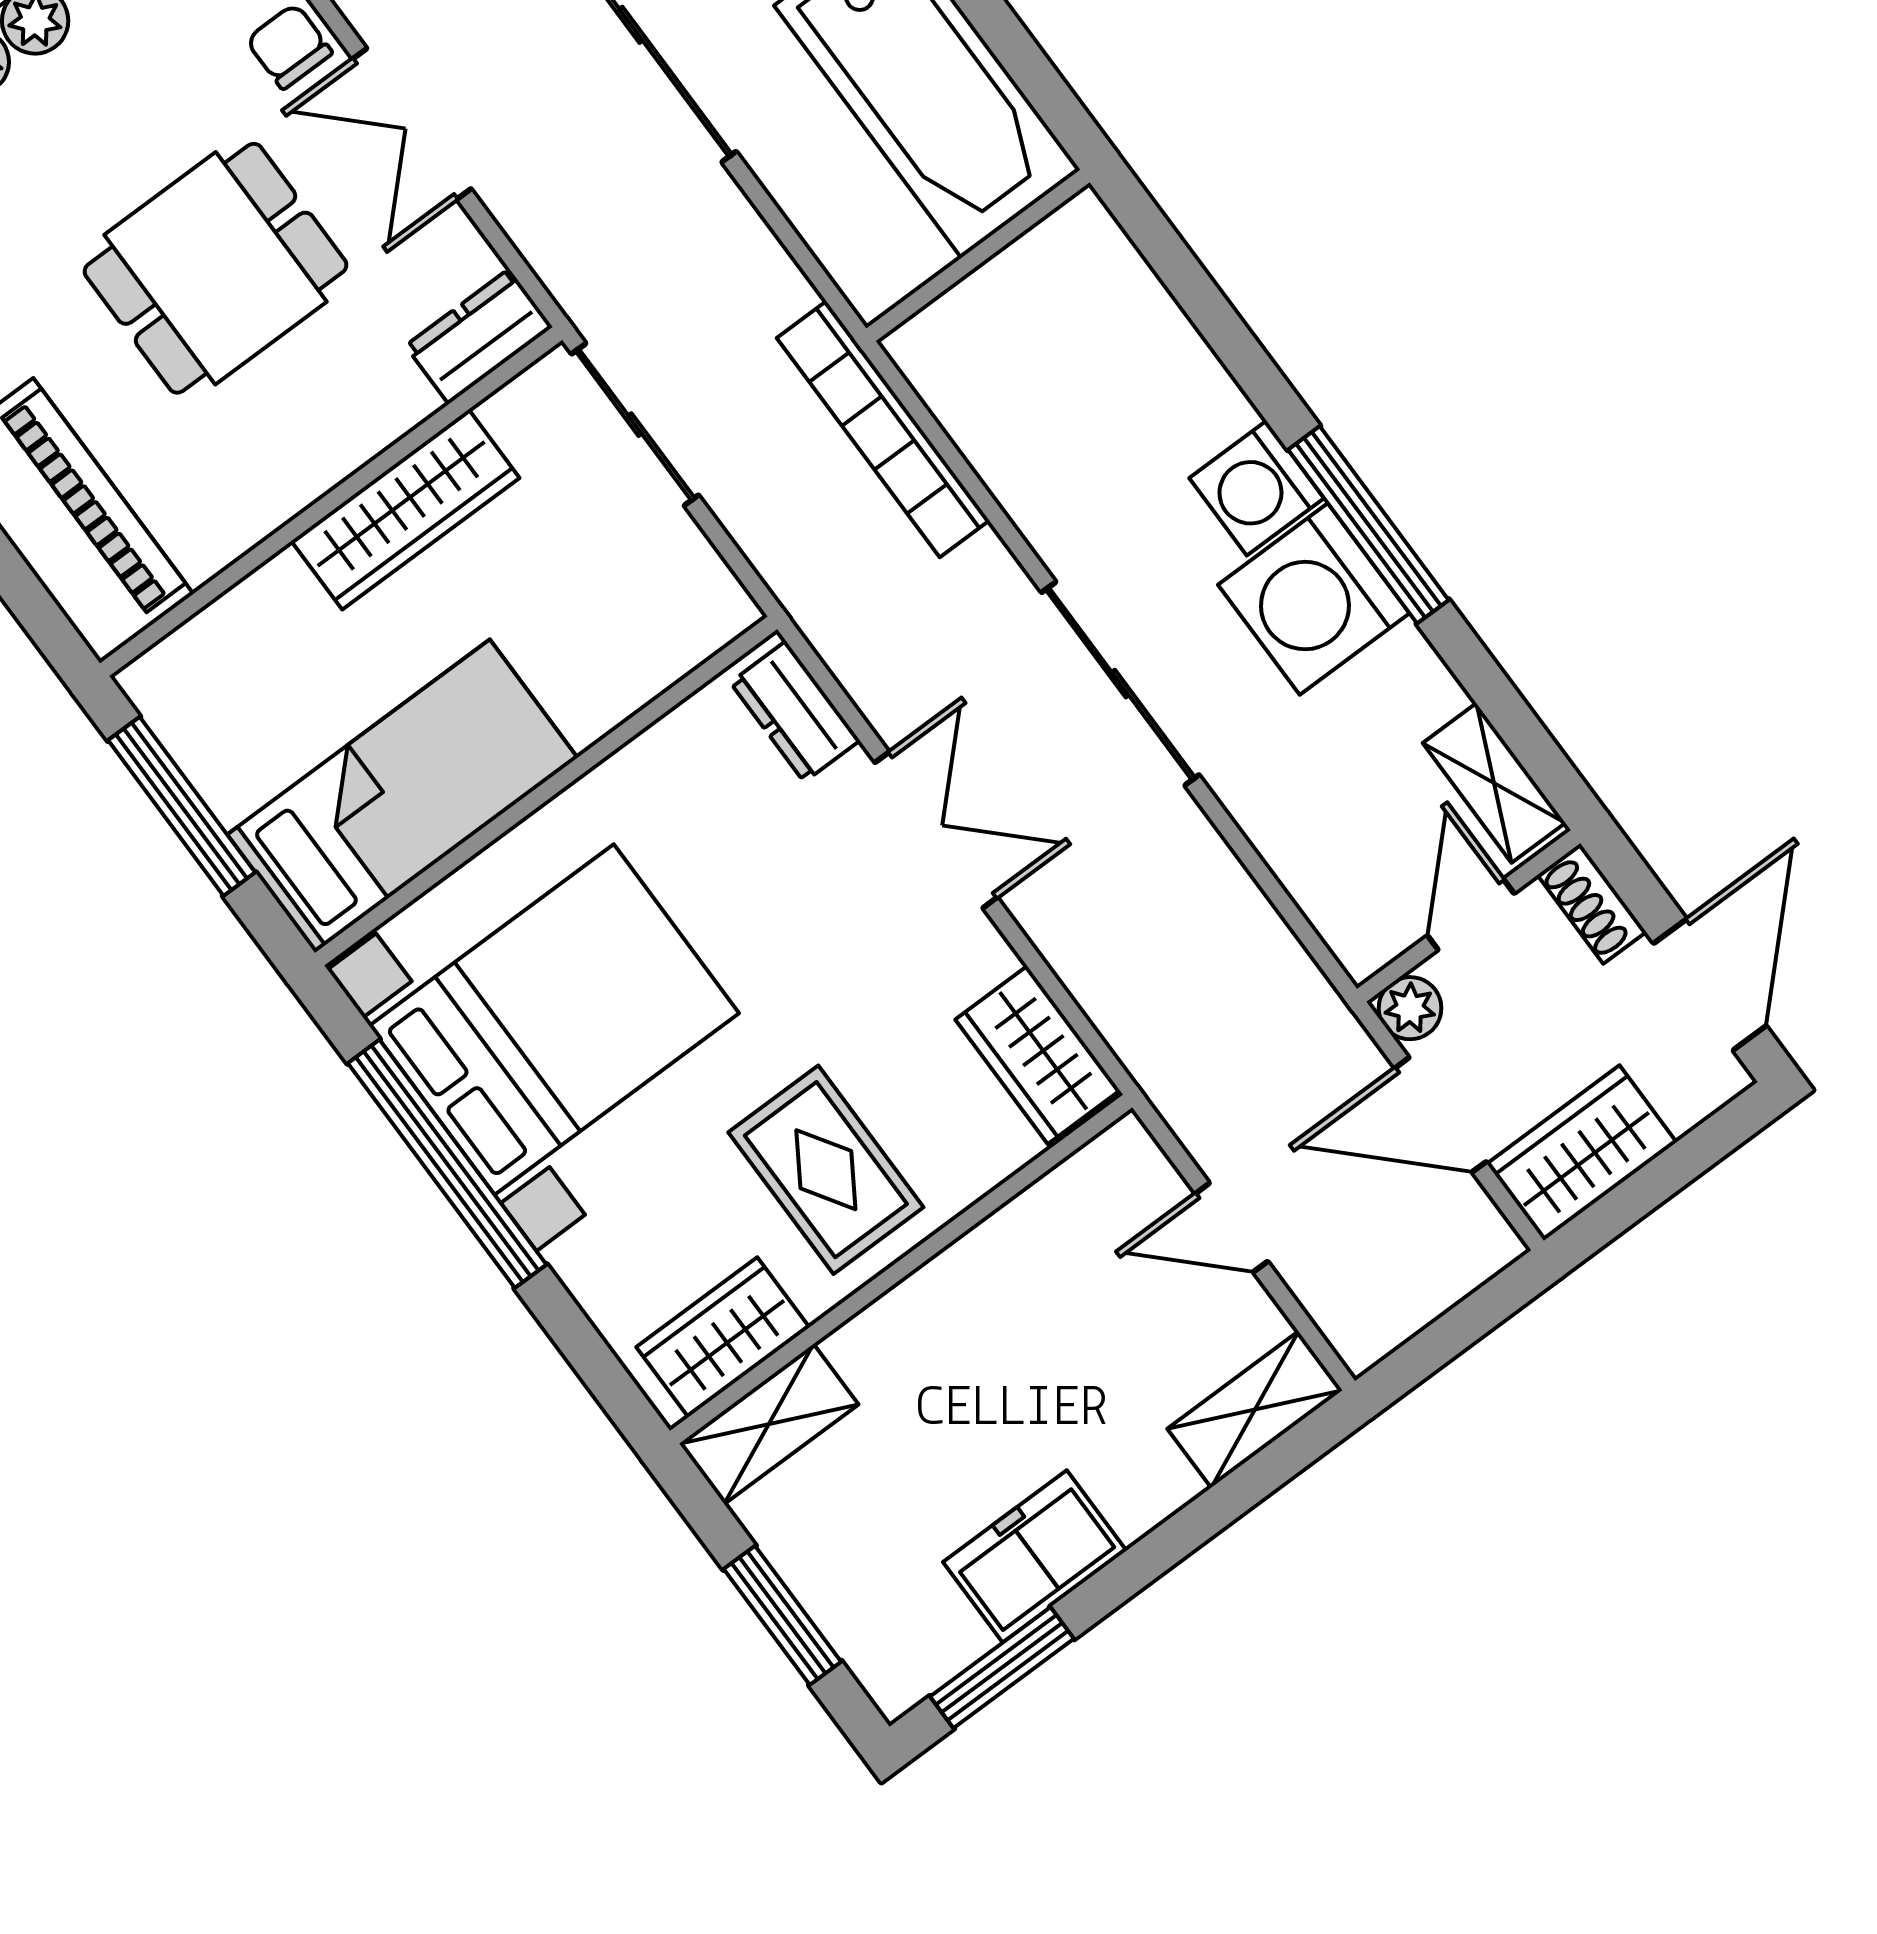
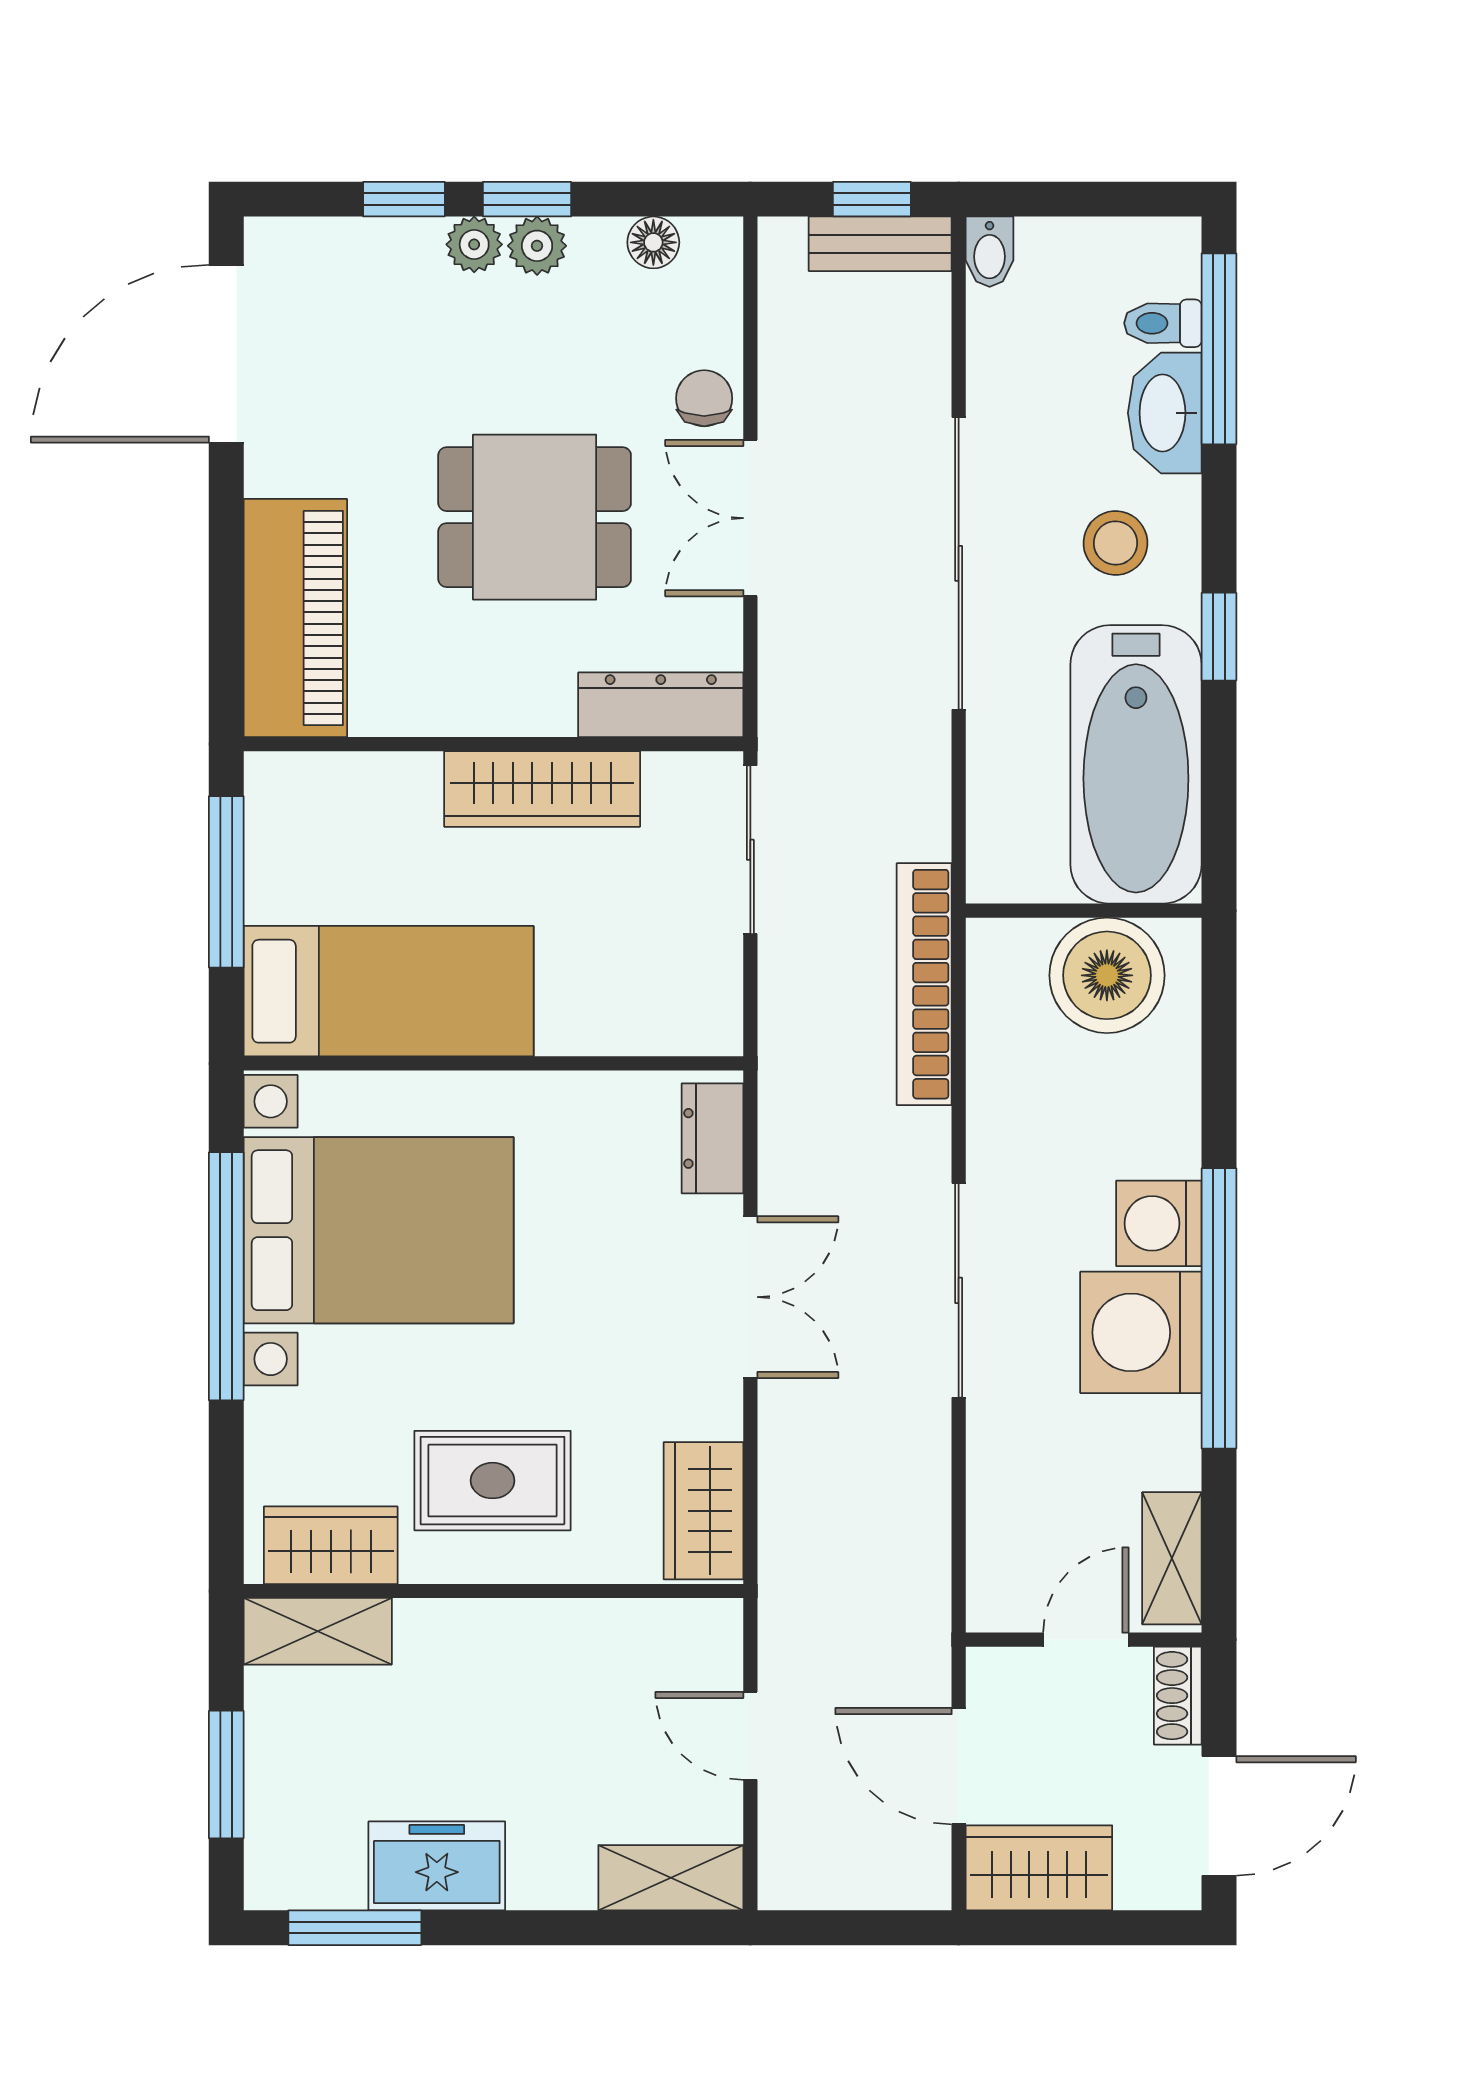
boiler: (1043, 298) -> (1107, 975), added
dresser: (479, 336) -> (661, 705), width x1.44
window: (1368, 525) -> (1219, 1308), width x1.46
plant: (1410, 1008) -> (993, 1674), removed
rug: (826, 1170) -> (493, 1481), turned 90

